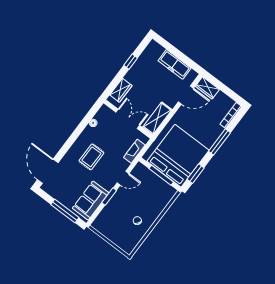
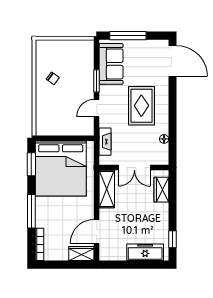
window: (131, 62) -> (173, 239), moved
freezer: (175, 64) -> (145, 252), moved
rug: (91, 157) -> (141, 106), width x1.36, depth x1.43
window: (161, 175) -> (63, 138), removed

